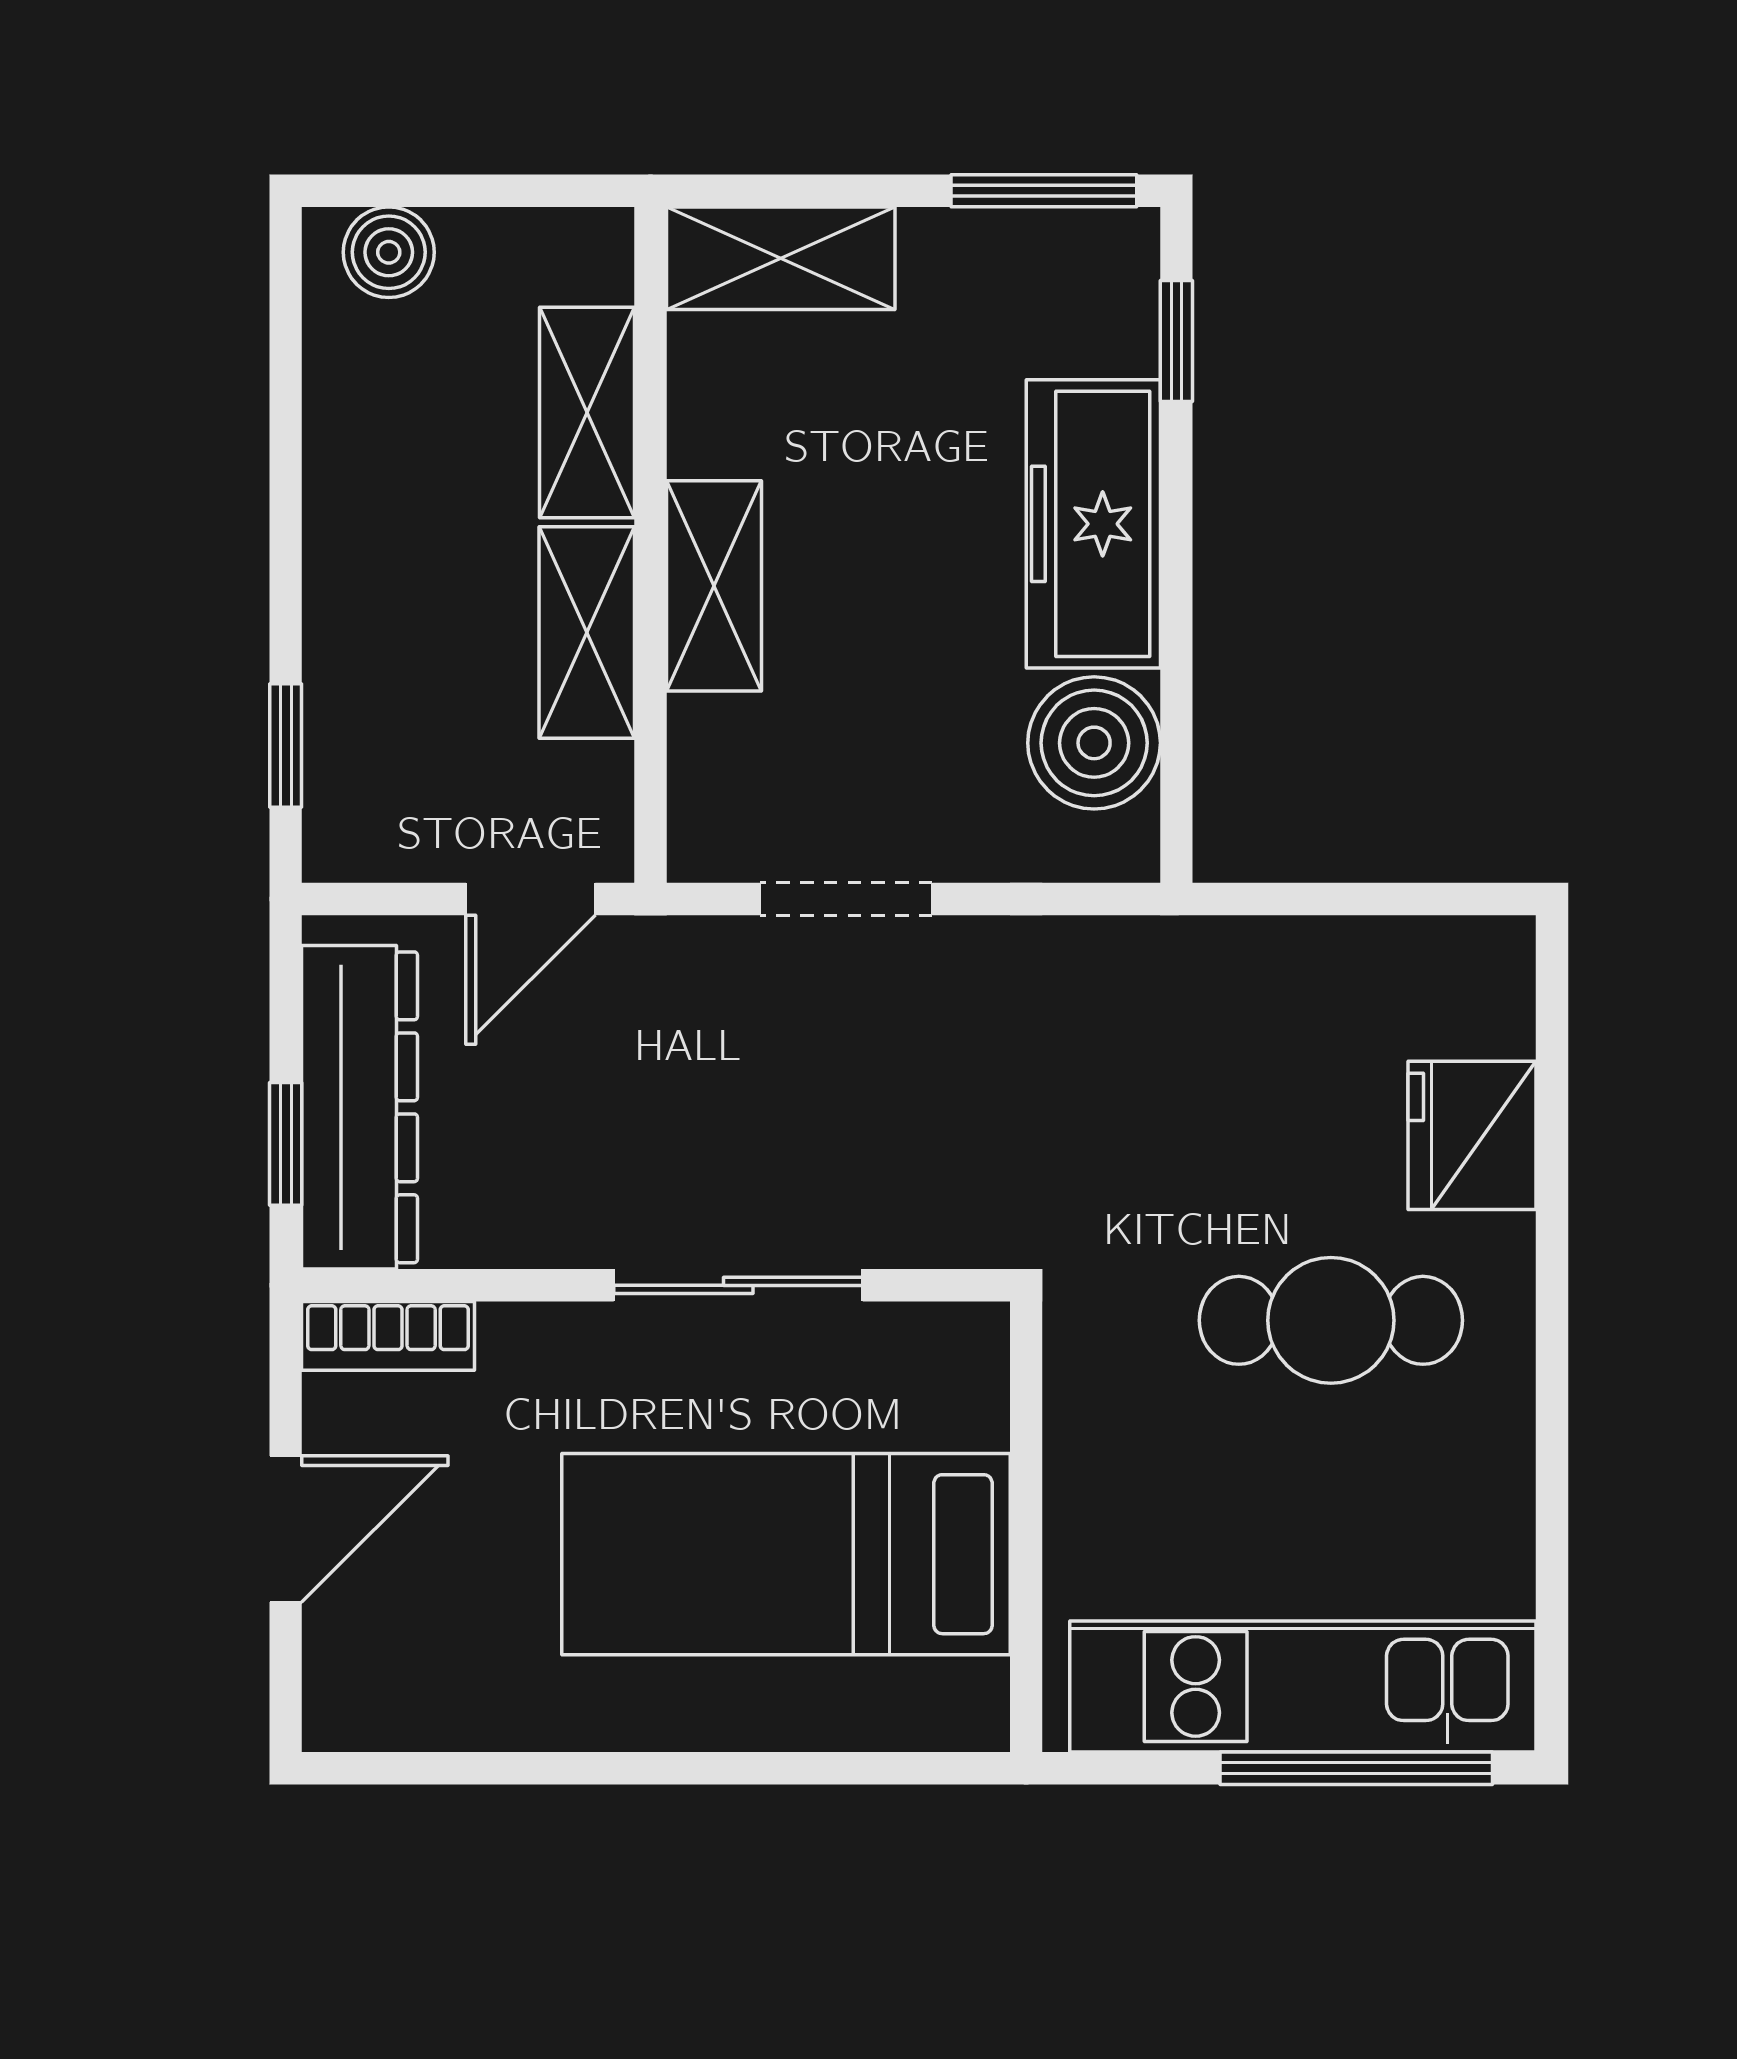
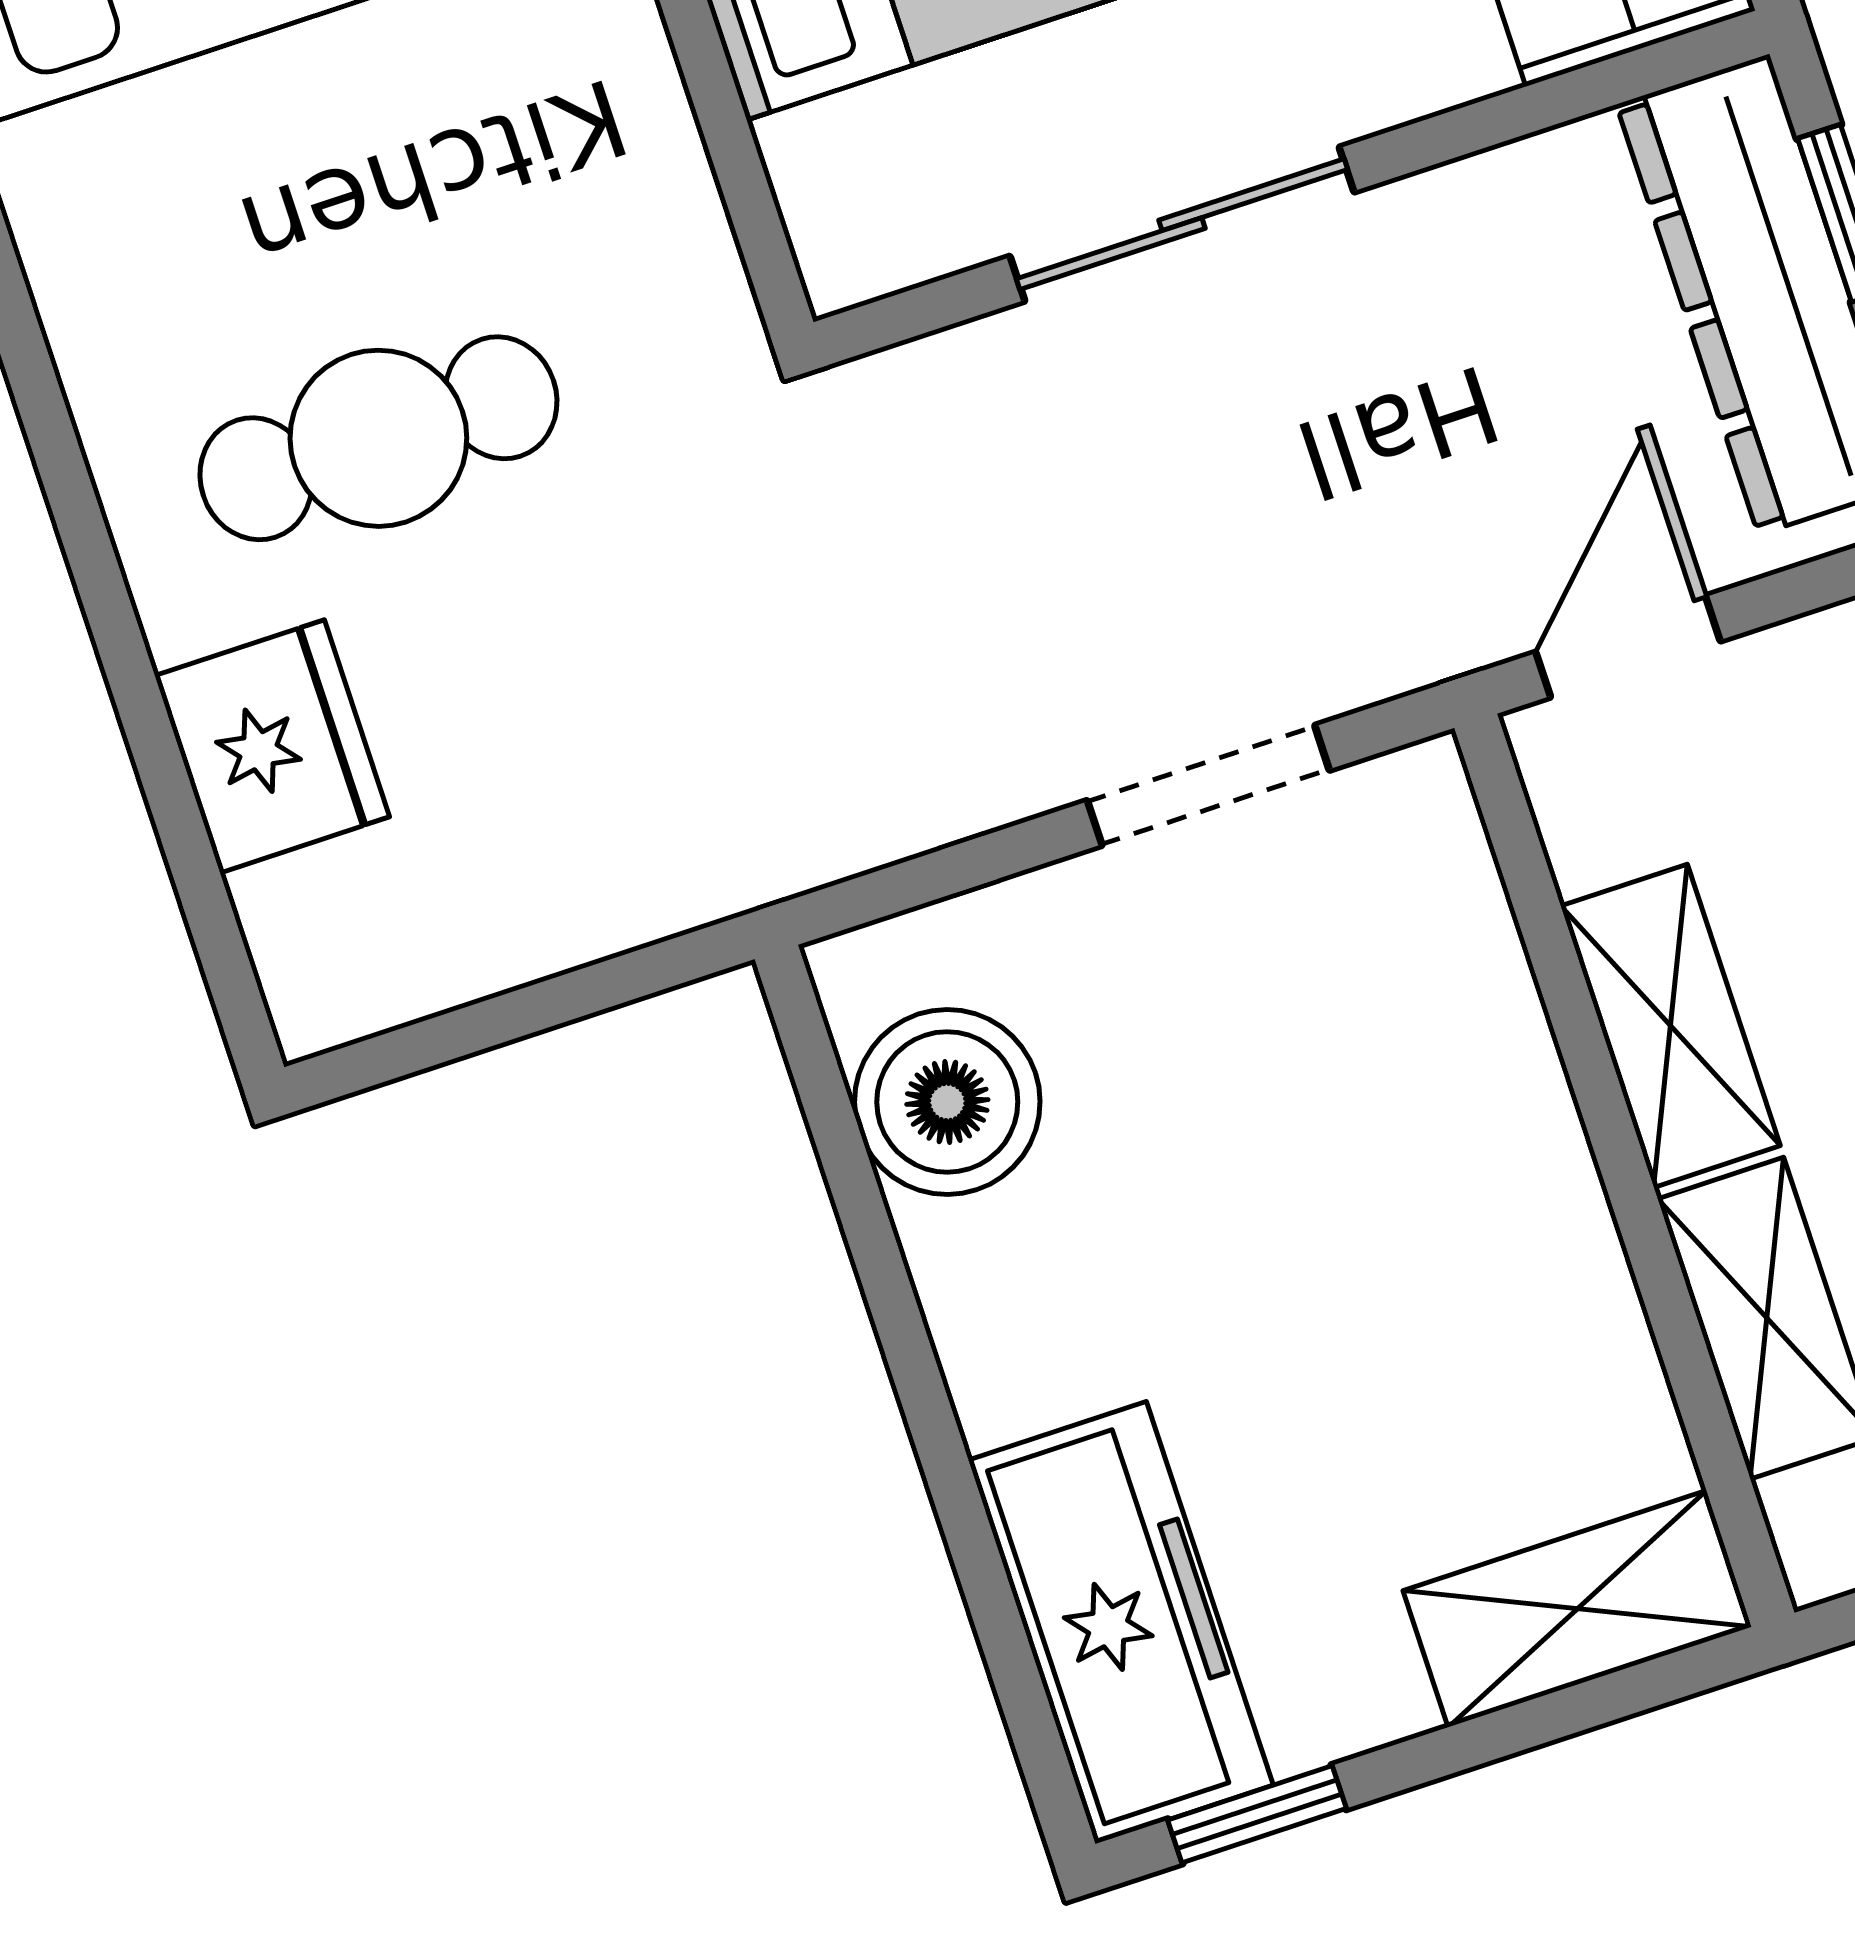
window: (1044, 191) -> (1257, 1814), width x0.67
window: (1176, 341) -> (1015, 1673), removed
freezer: (1093, 524) -> (1121, 1623), moved
shelving: (714, 586) -> (1522, 1144), removed

